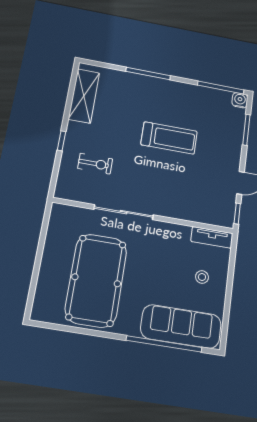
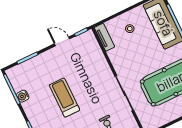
water cooler: (240, 100) -> (23, 96), moved

